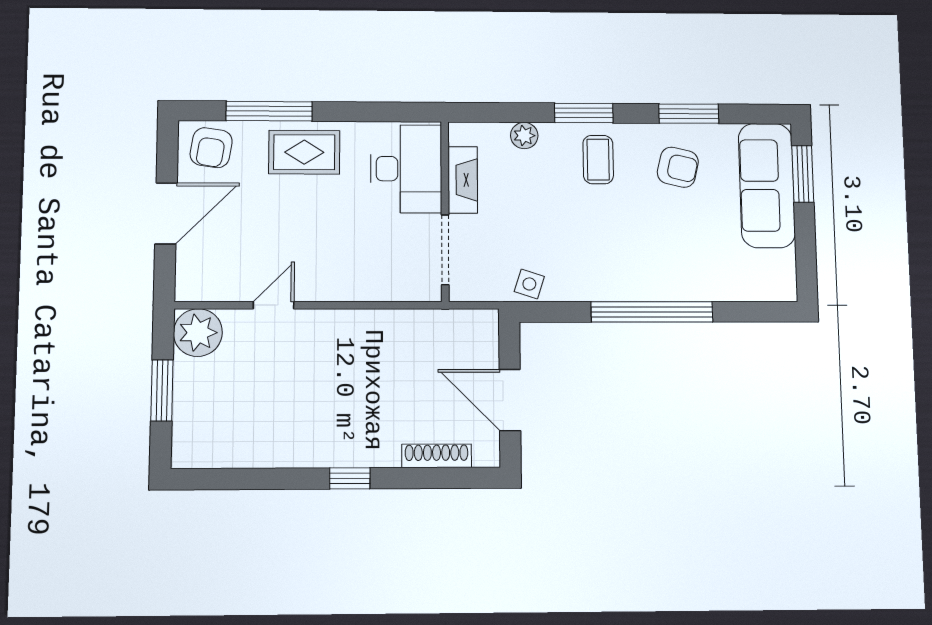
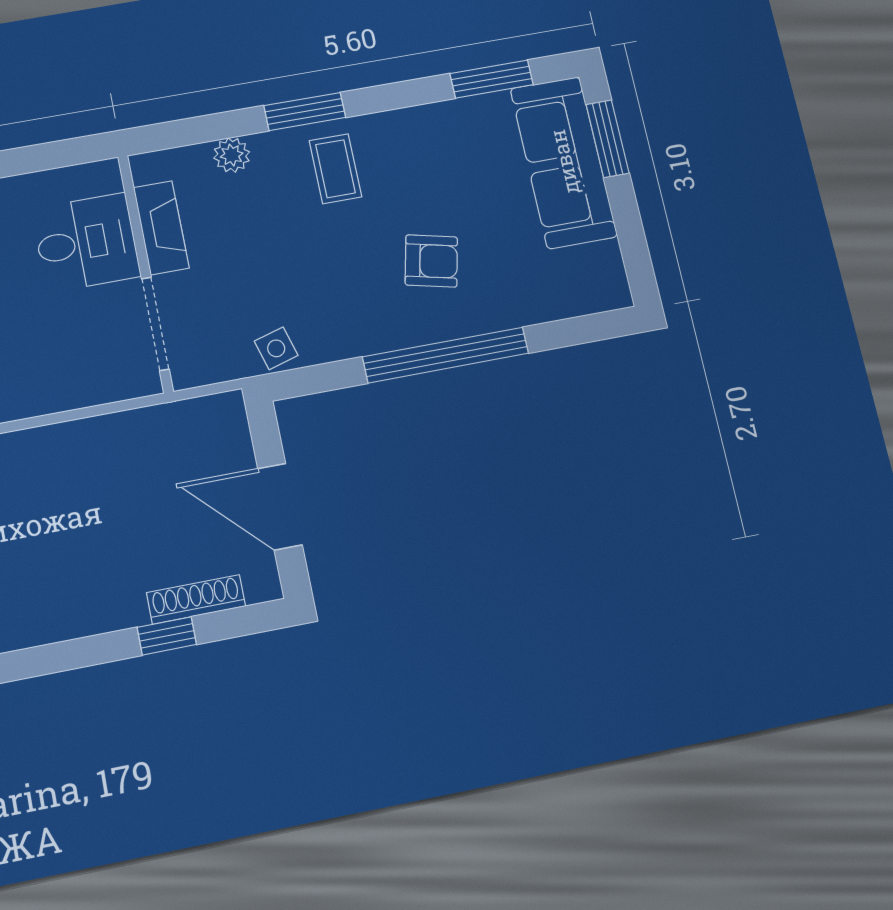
window: (689, 114) -> (492, 79), moved
armchair: (678, 167) -> (431, 261), moved
desk: (406, 169) -> (86, 243), width x0.73
side table: (529, 284) -> (276, 348), turned -34
window: (350, 478) -> (167, 636), moved

